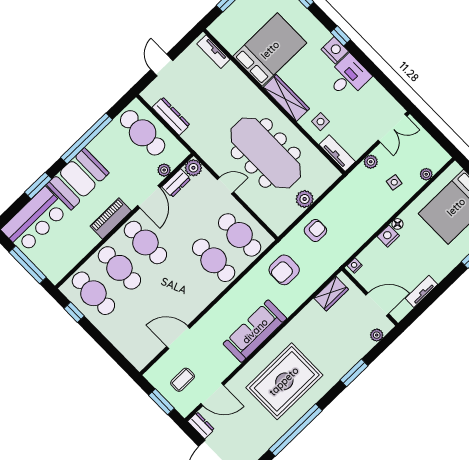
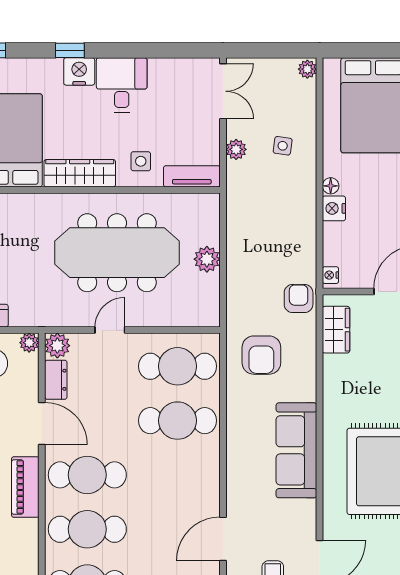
plant: (164, 170) -> (29, 343), moved
plant: (426, 174) -> (307, 69), moved
armchair: (315, 231) -> (299, 299), moved

